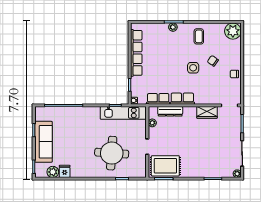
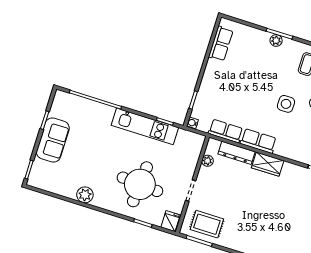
row of seats: (136, 53) -> (221, 44), width x0.50
wardrobe: (207, 112) -> (268, 164), moved
kitchen unit: (123, 113) -> (145, 126), moved
sofa: (43, 142) -> (53, 140), width x0.73
rug: (165, 166) -> (207, 224), width x0.73, depth x0.70
fridge: (65, 171) -> (171, 221), moved
plant: (53, 172) -> (85, 195), moved

